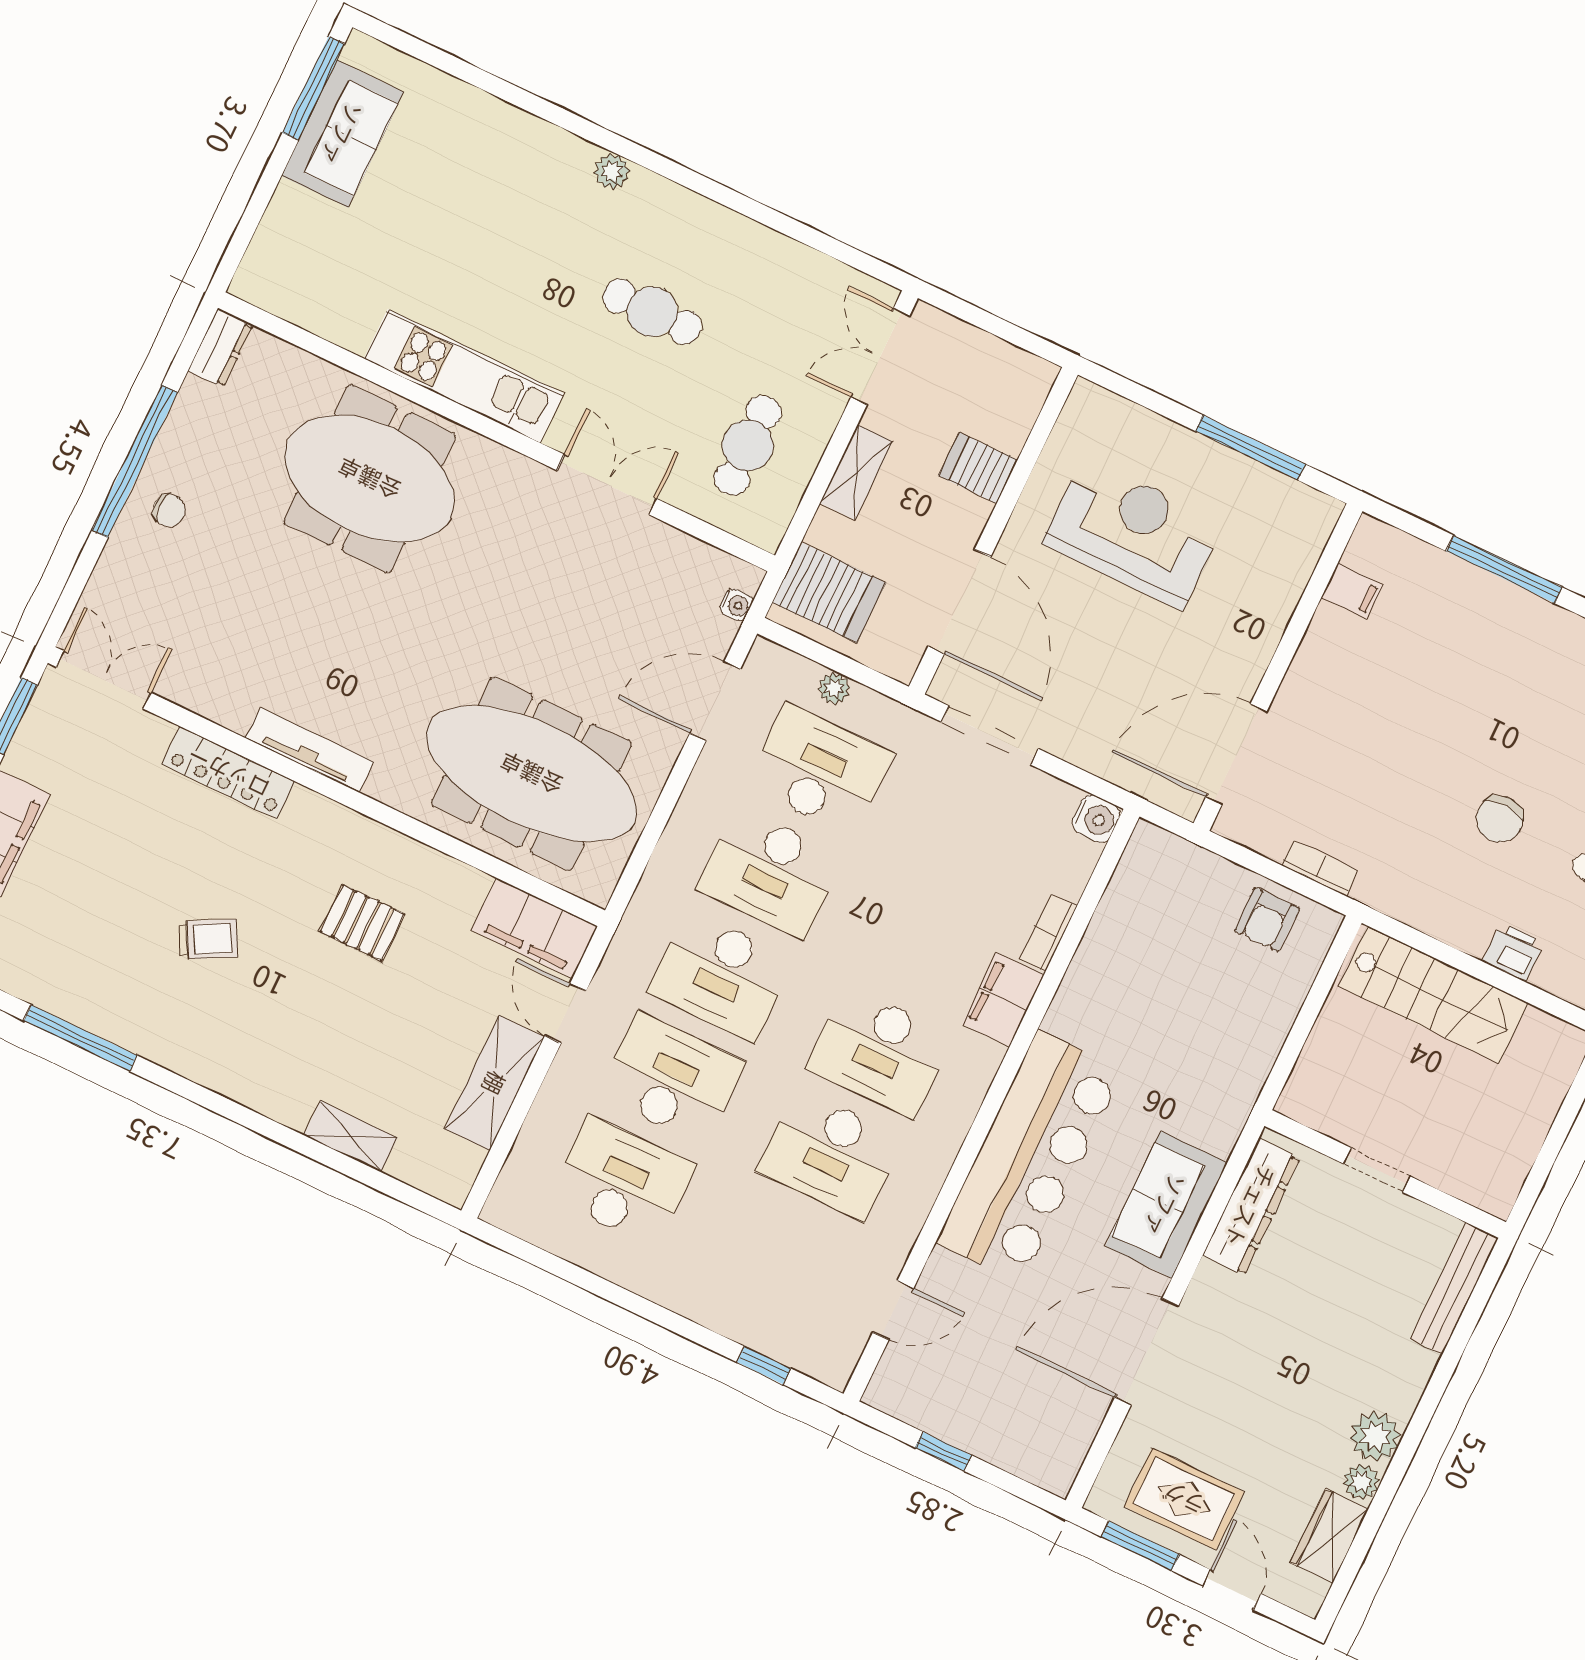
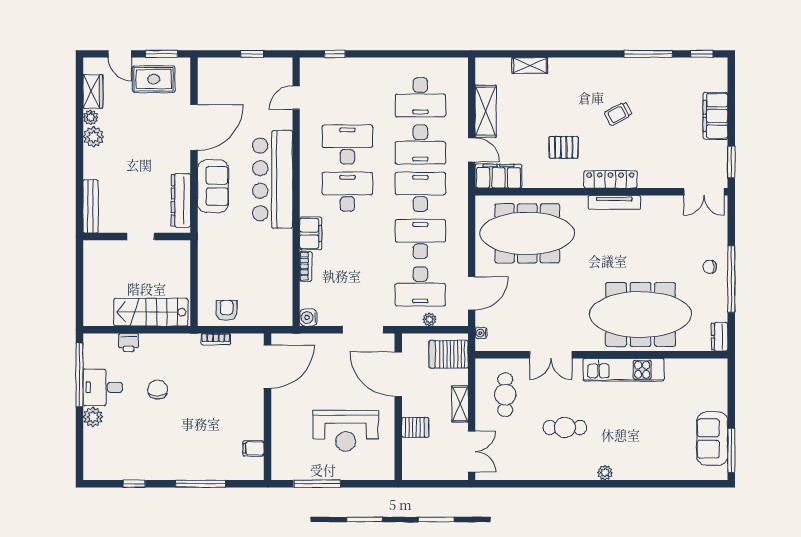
meeting table: (369, 479) -> (641, 314), width x1.36
locker: (228, 773) -> (610, 179), moved

